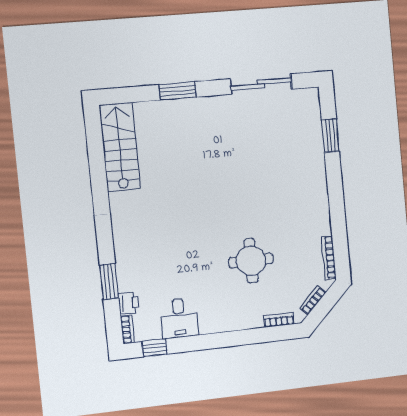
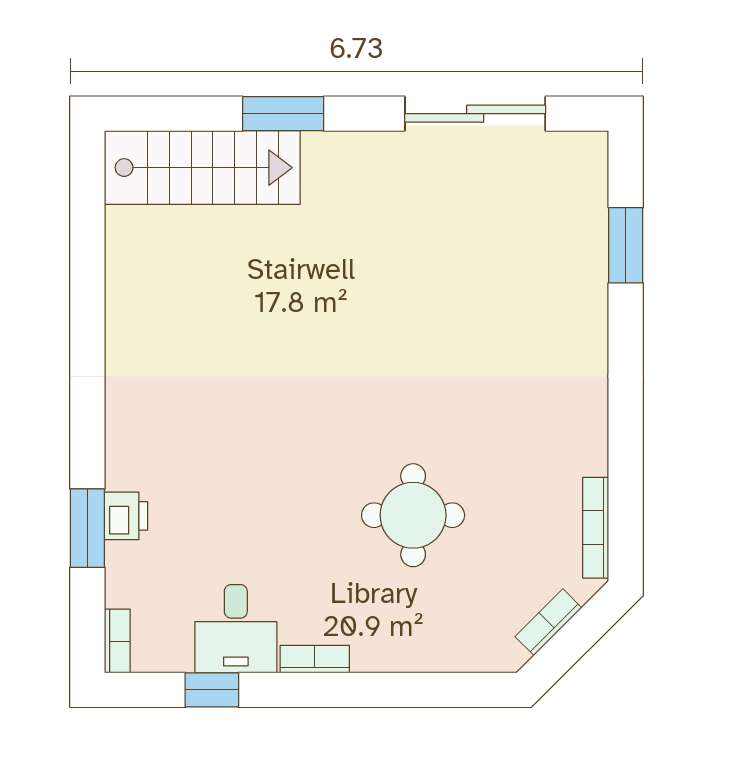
stairs: (120, 147) -> (202, 168), moved, turned 90
printer: (129, 303) -> (126, 516), moved
bookcase: (279, 320) -> (315, 659), moved
window: (155, 348) -> (212, 690), moved

